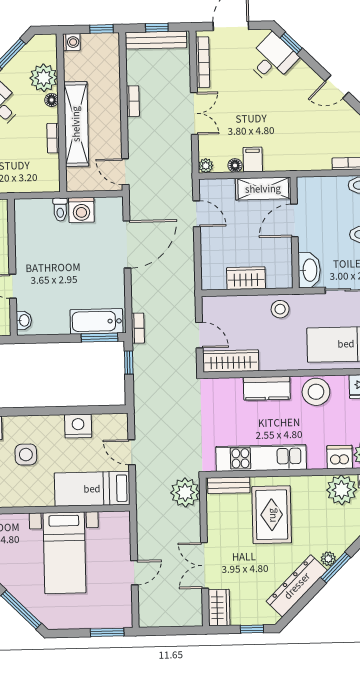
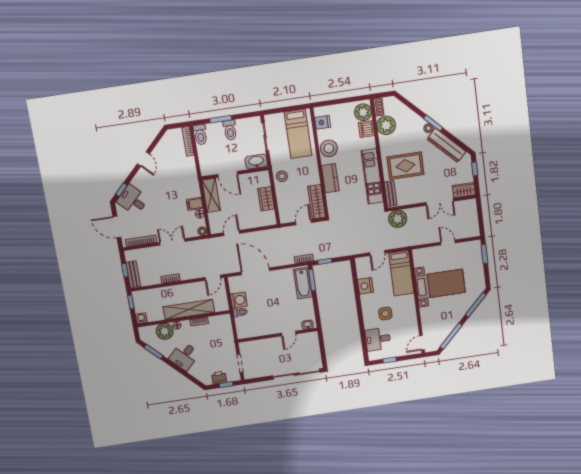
bench: (156, 40) -> (133, 274), width x0.73

